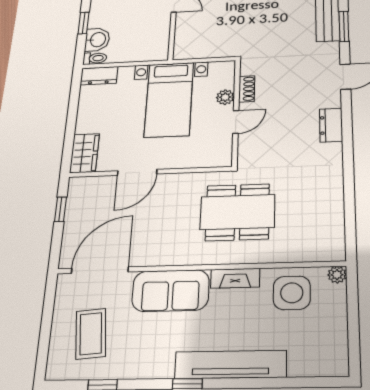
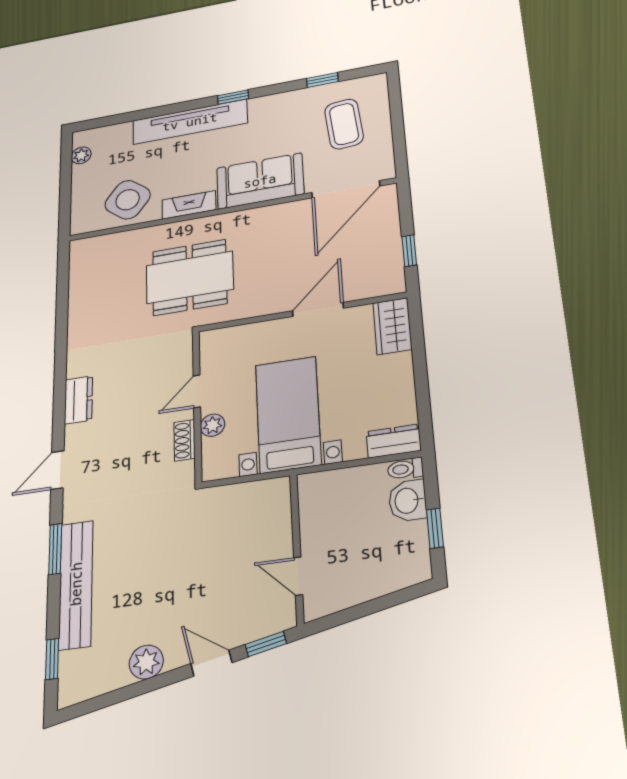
plant: (337, 275) -> (81, 155), moved
side table: (292, 293) -> (128, 200), turned 38

